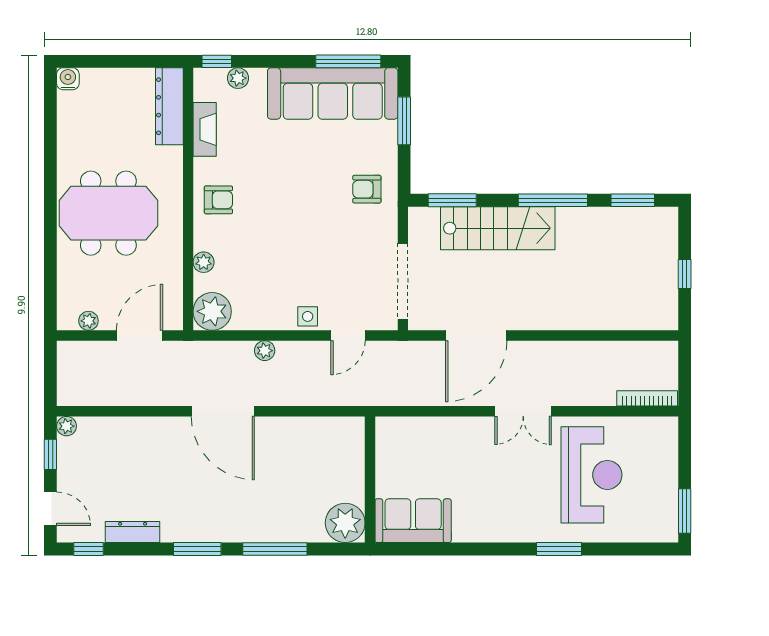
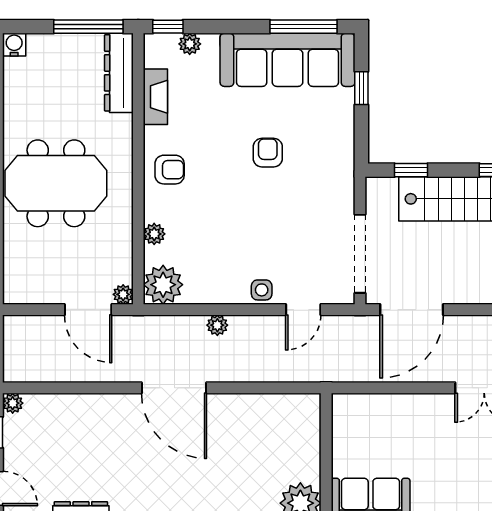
window: (140, 61) -> (88, 27), added
window: (404, 121) -> (361, 88), width x0.67
armchair: (367, 189) -> (268, 153), moved, turned 90
window: (452, 200) -> (411, 170), width x0.67
plant: (88, 321) -> (123, 294), moved
door: (140, 335) -> (88, 310), swing flipped
door: (476, 335) -> (412, 310), moved

